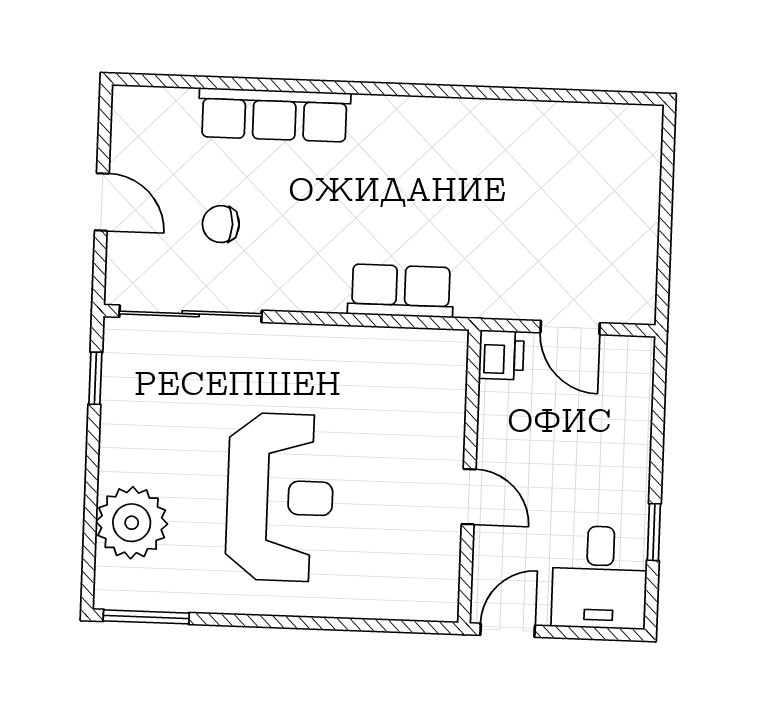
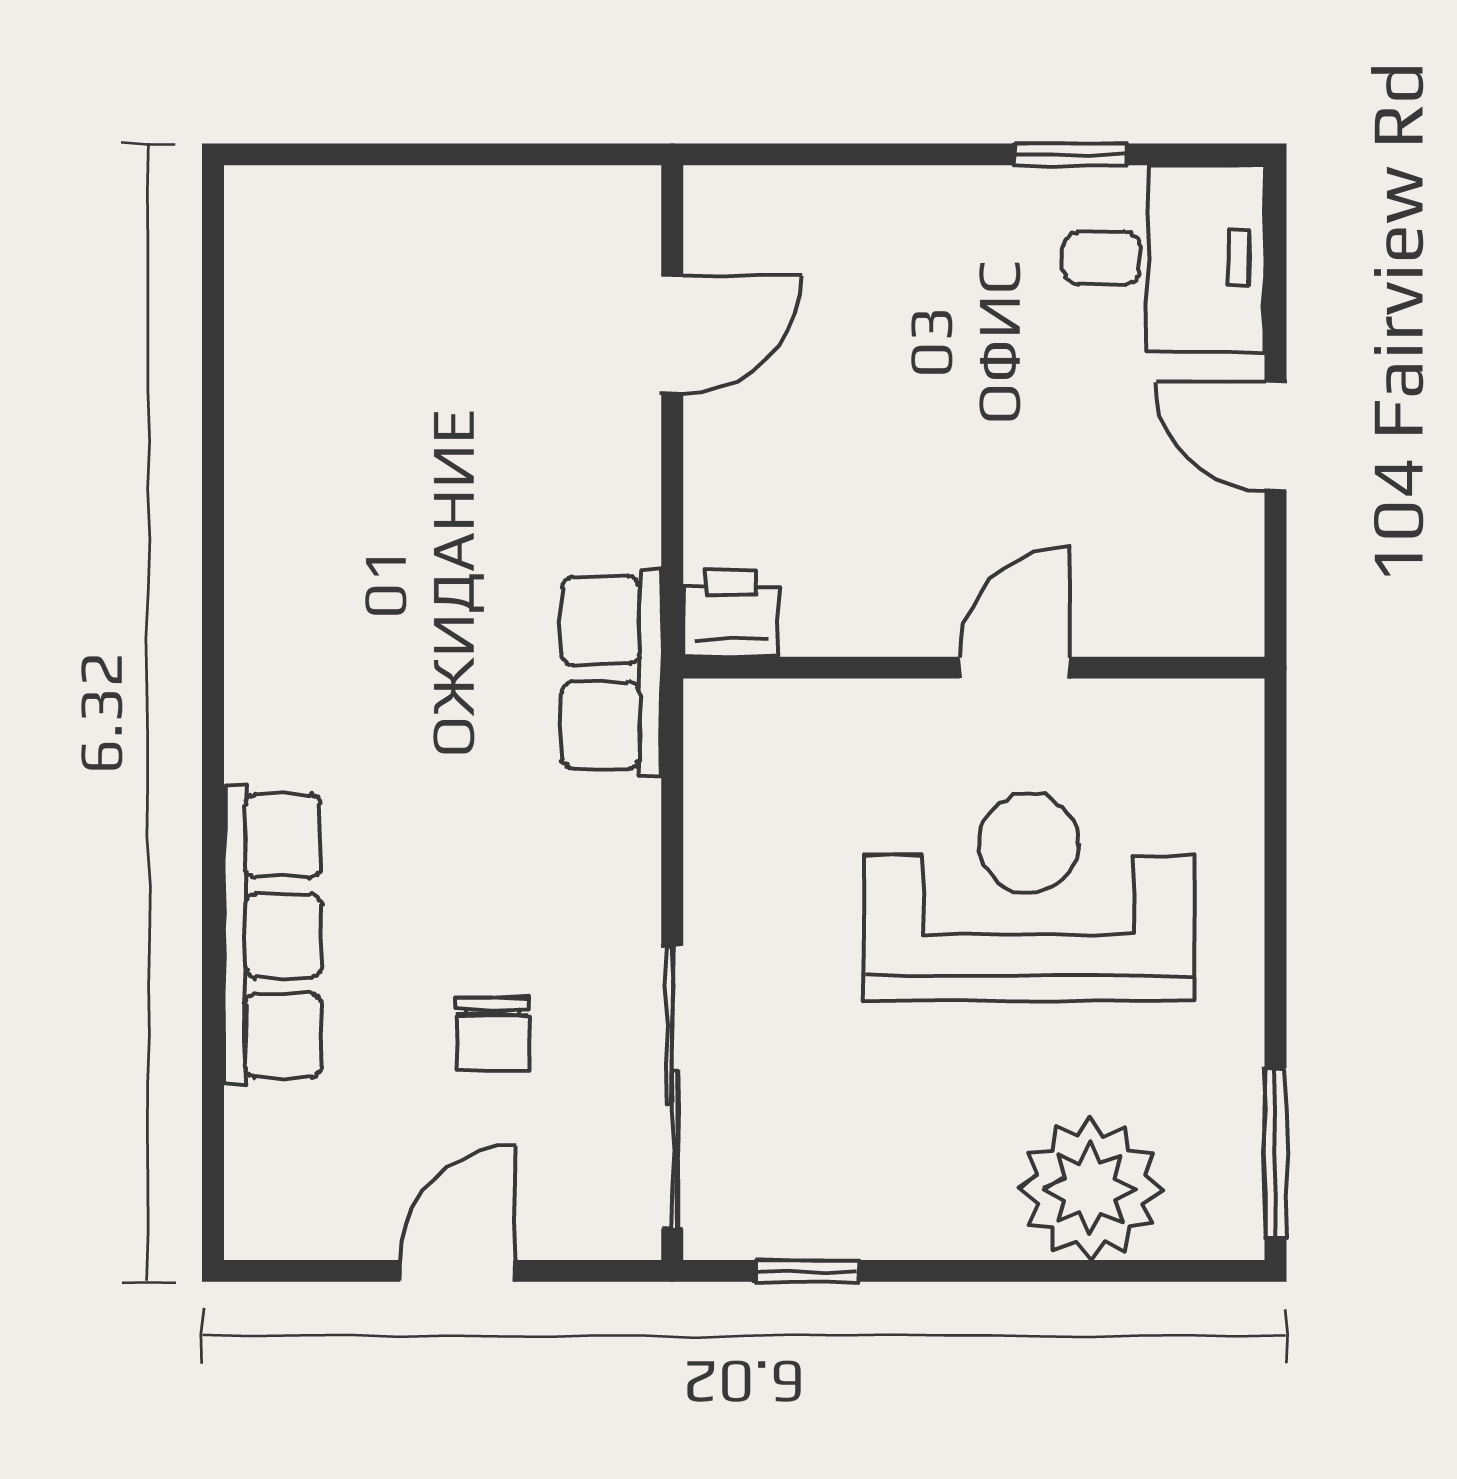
printer: (501, 355) -> (731, 613), moved
wall: (469, 476) -> (974, 668), moved
door: (469, 497) -> (1014, 668), moved

